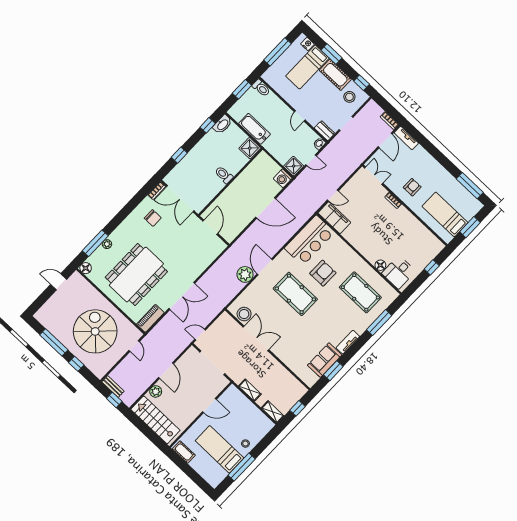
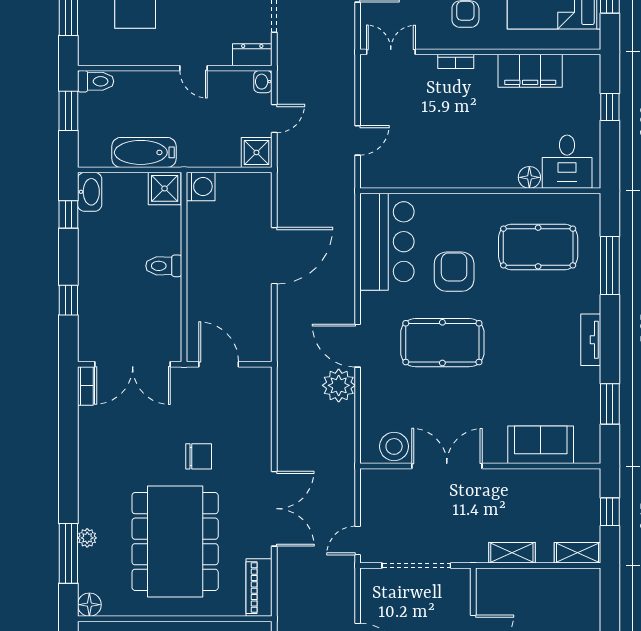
washing machine: (283, 178) -> (201, 186), moved, turned -90
chair: (153, 218) -> (199, 456), moved
filing cabinet: (334, 218) -> (530, 71), moved, turned 180
sofa: (325, 360) -> (541, 445), moved, turned 90

